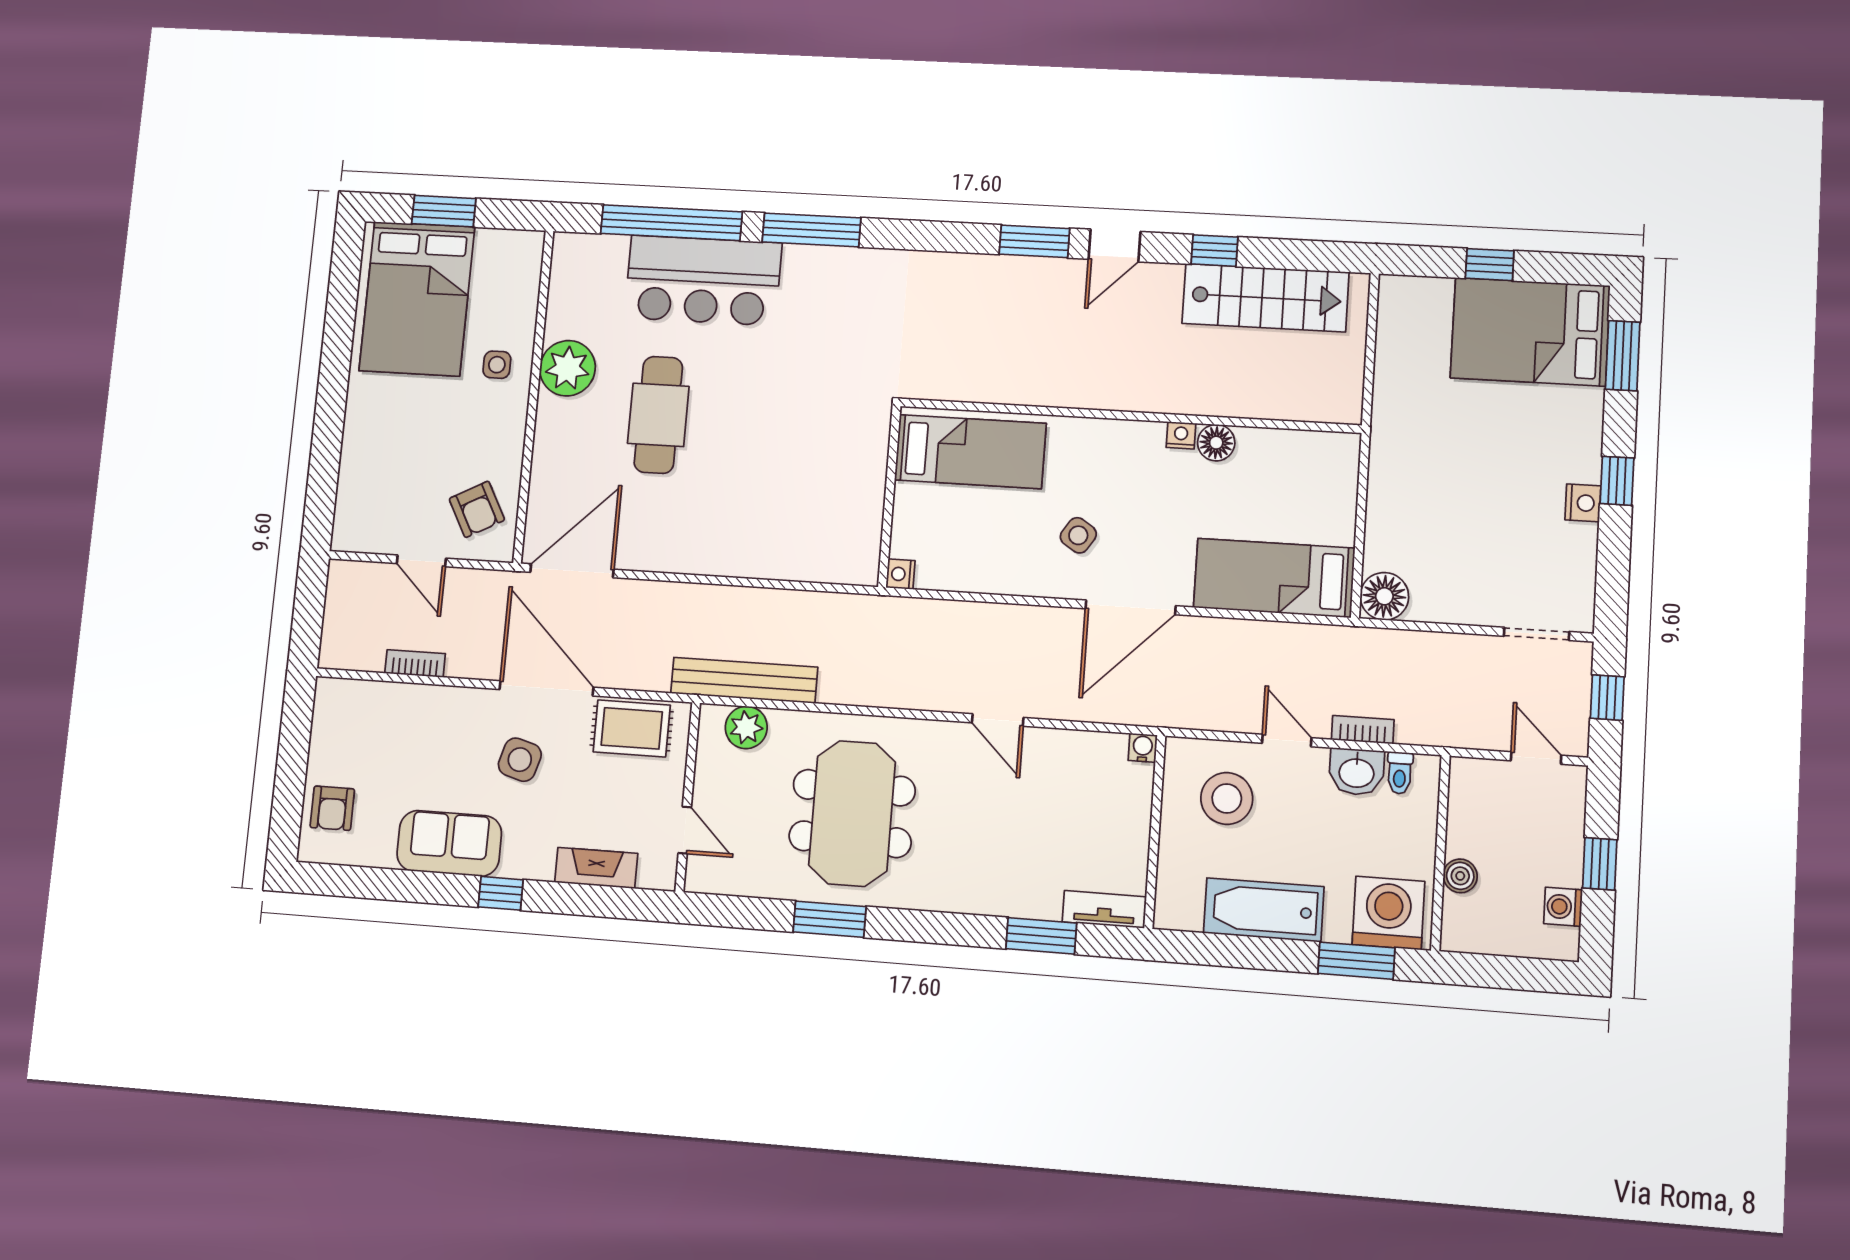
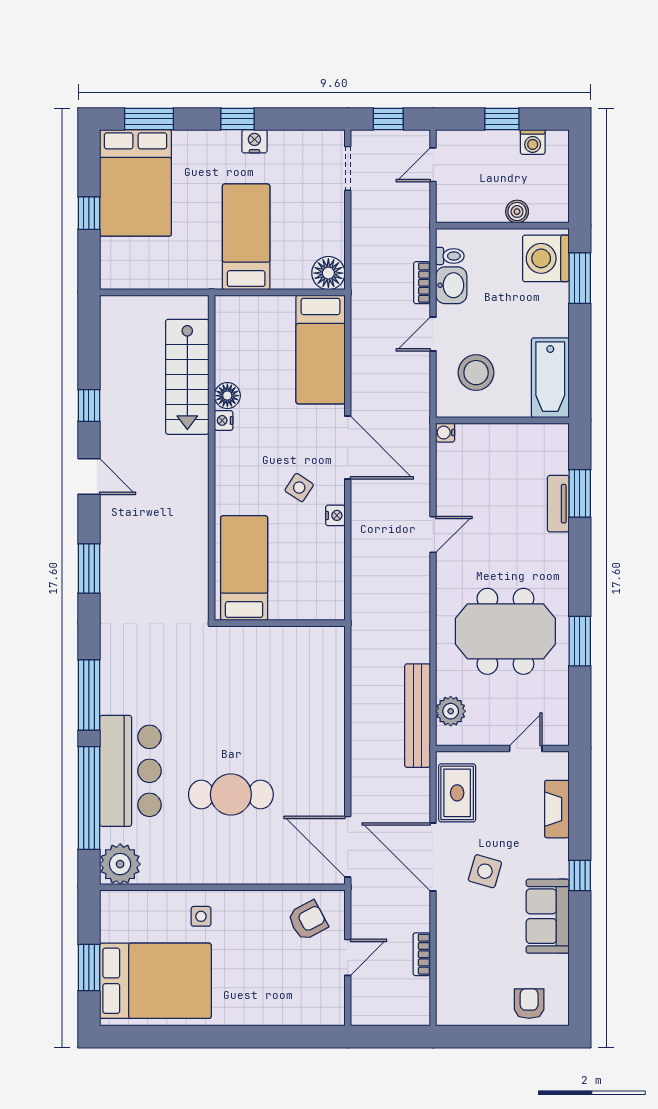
window: (1034, 241) -> (89, 568), moved
stairs: (1265, 298) -> (187, 377), moved, turned 180
plant: (568, 368) -> (120, 864), moved
bed: (1444, 483) -> (246, 237), added
nightstand: (900, 574) -> (335, 515), moved, turned -90
door: (546, 688) -> (433, 857), hinge flipped
armchair: (332, 808) -> (529, 1004), turned -90
tv unit: (1104, 909) -> (558, 504), moved
bathtub: (1264, 910) -> (550, 378), moved

